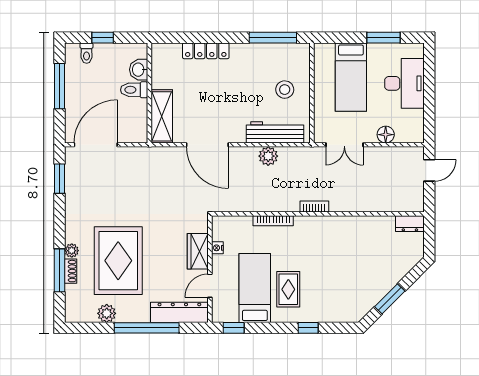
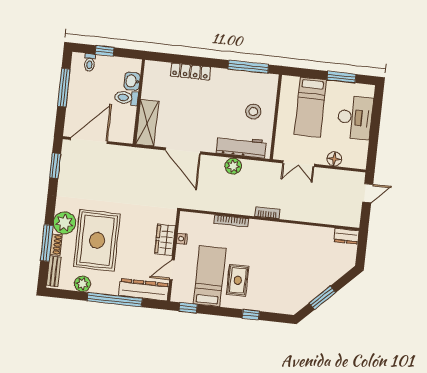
plant: (72, 251) -> (64, 223), width x1.87, depth x1.87
bench: (71, 302) -> (54, 271), added

